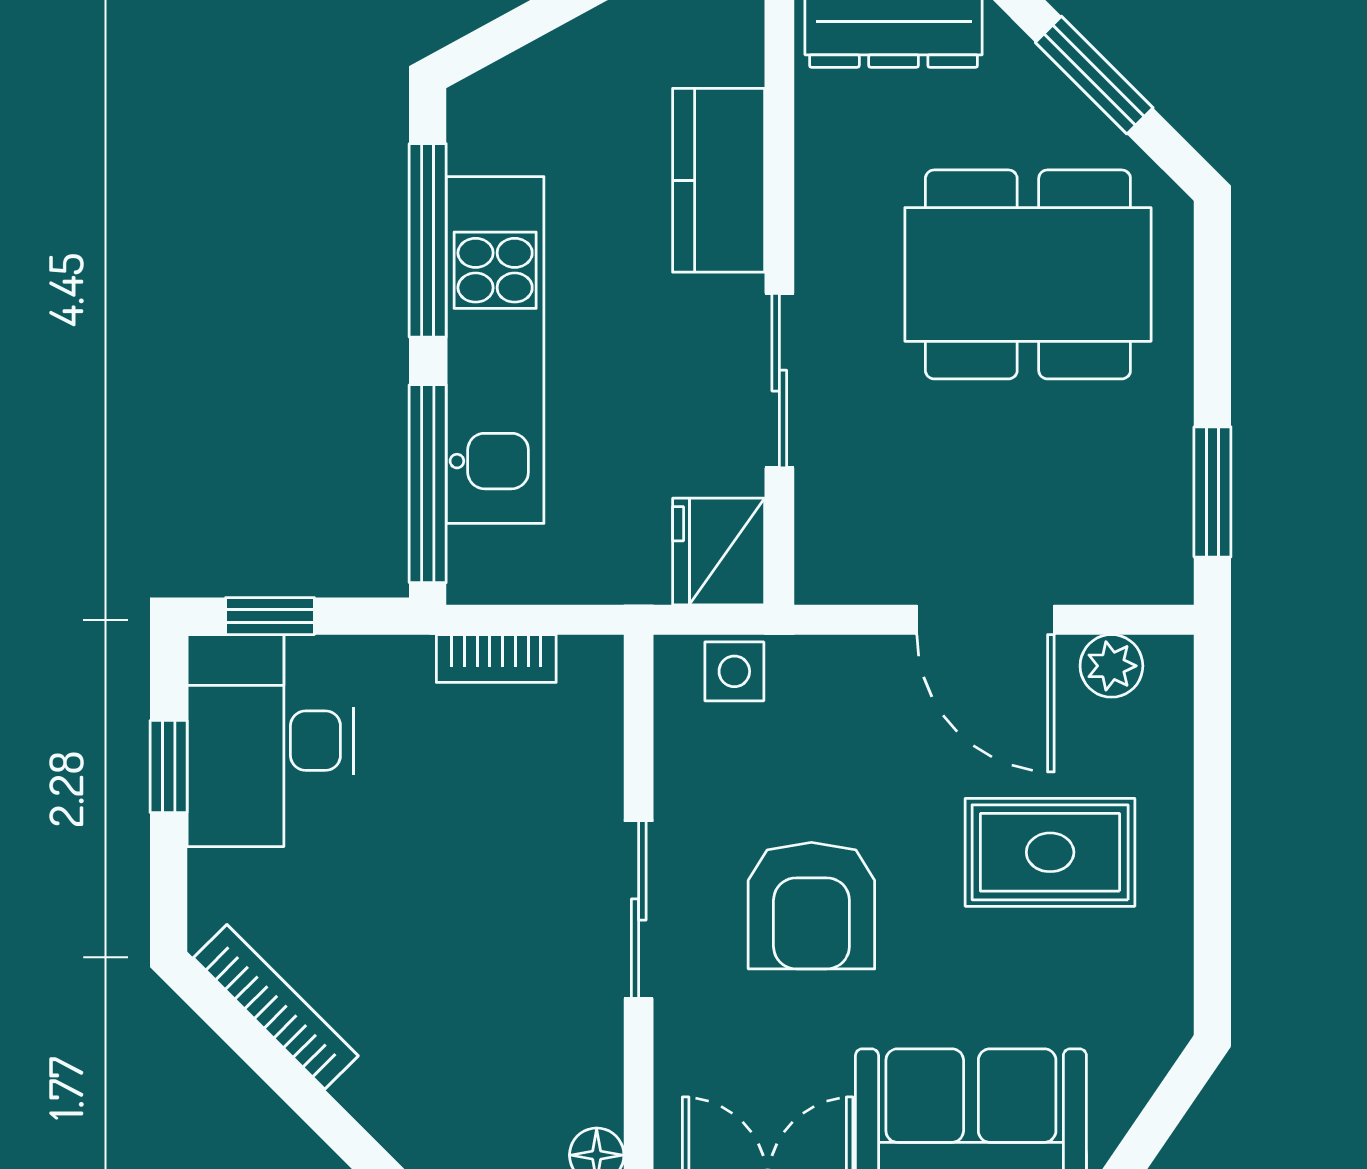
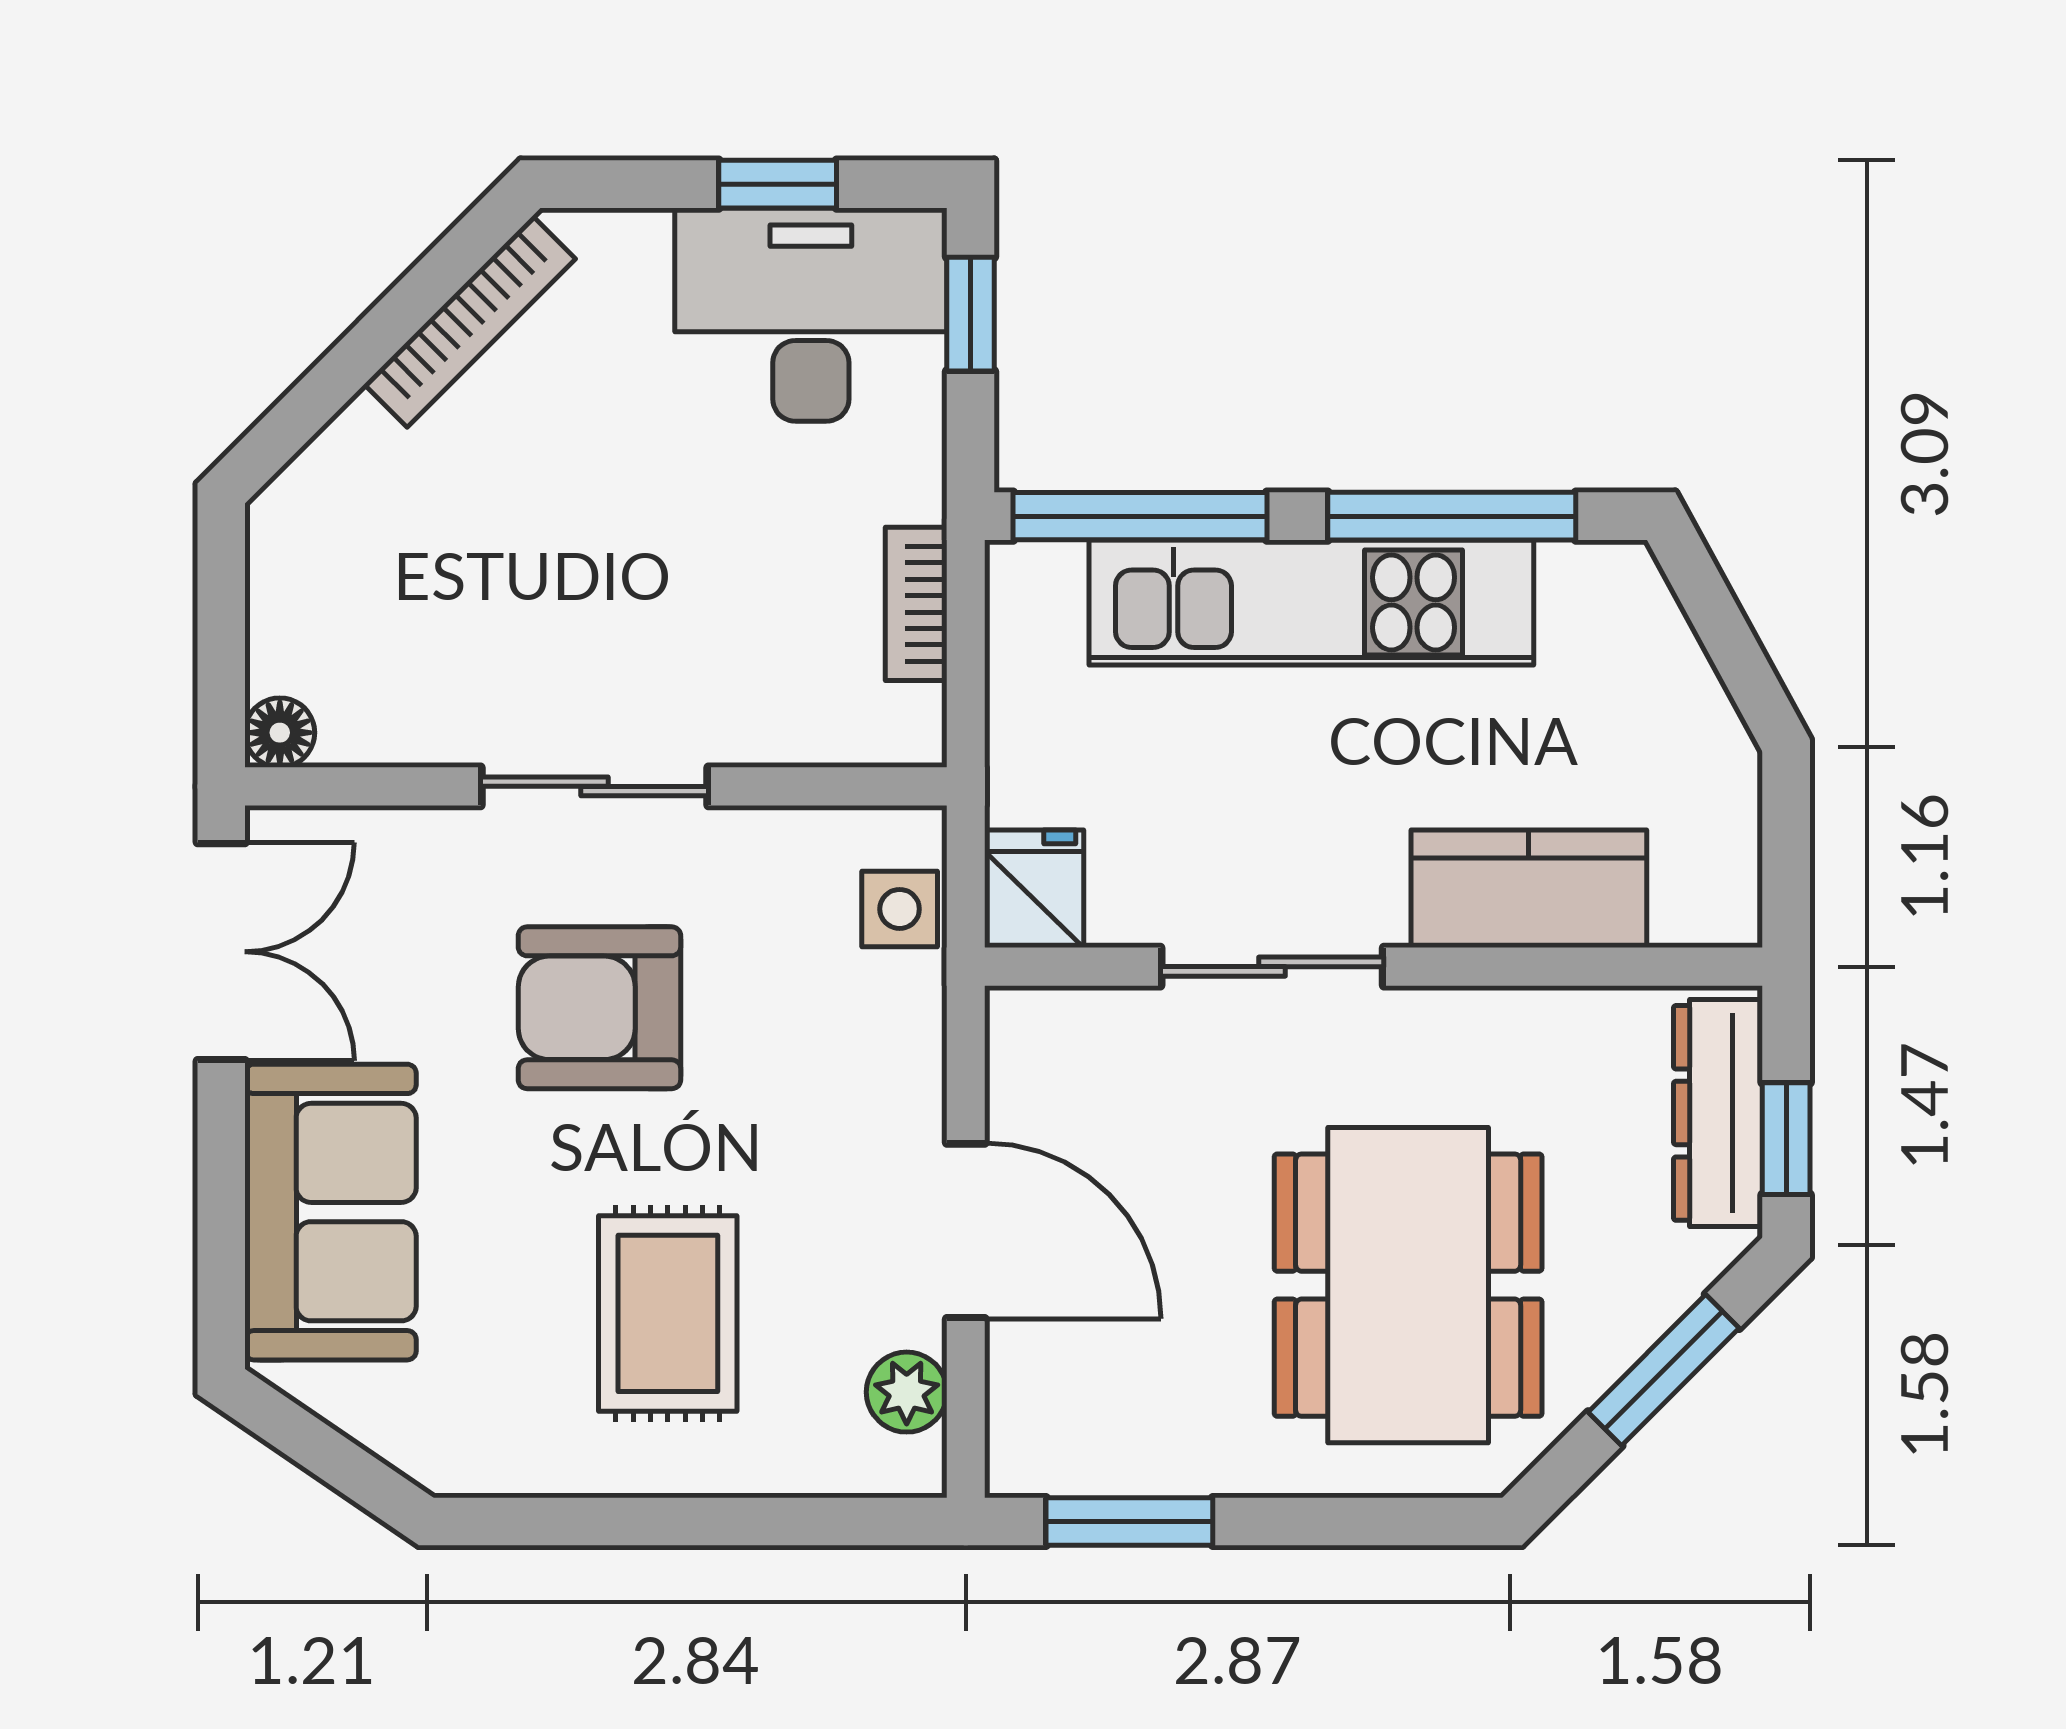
fridge: (719, 552) -> (1034, 889), width x0.72
door: (986, 620) -> (966, 1231), swing flipped

